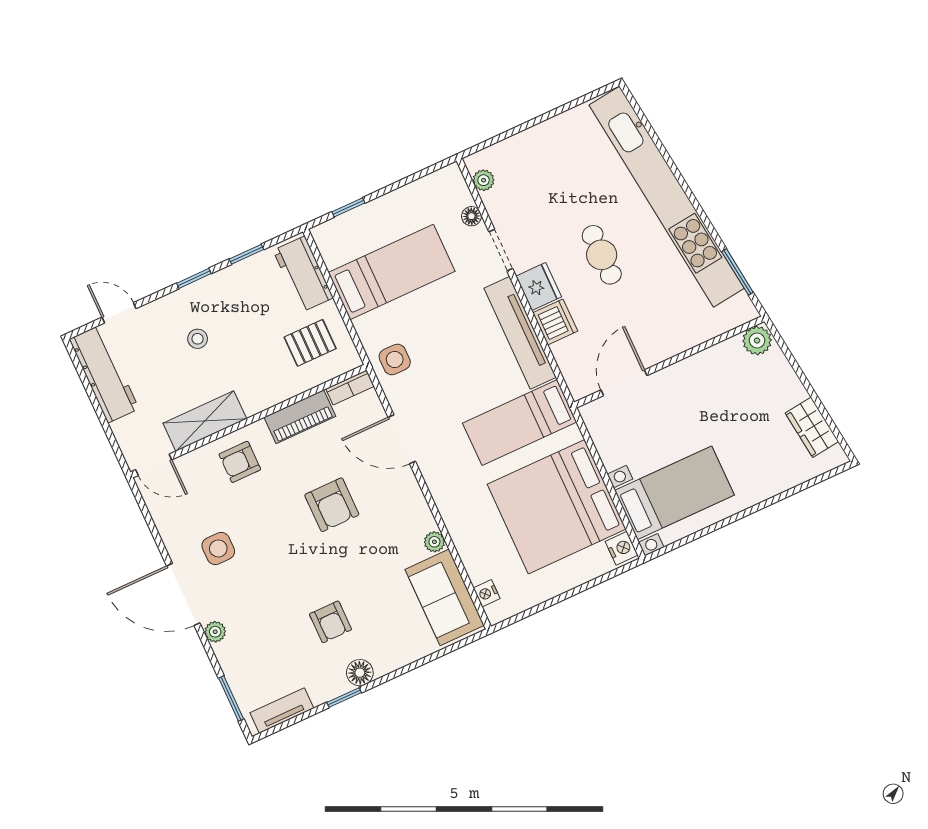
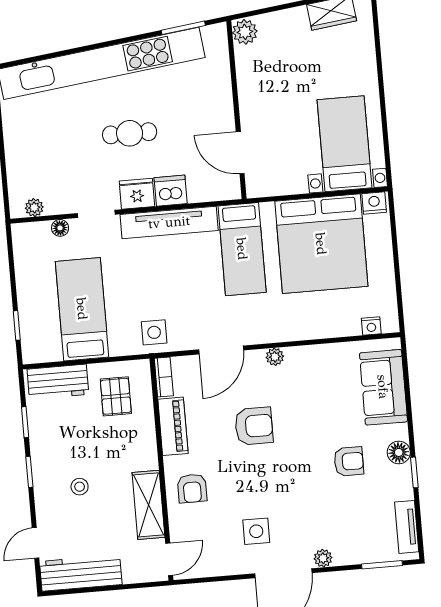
plant: (434, 542) -> (275, 357), moved
sofa: (445, 597) -> (383, 387), moved, turned 90

